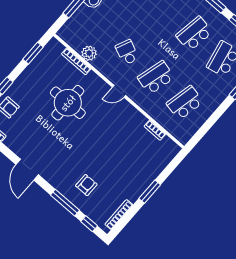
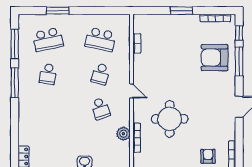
school desk: (194, 34) -> (48, 74), width x0.54
school desk: (127, 52) -> (100, 108), turned -42
school desk: (156, 78) -> (100, 74), width x0.54
armchair: (86, 185) -> (215, 58), width x1.88, depth x1.88

